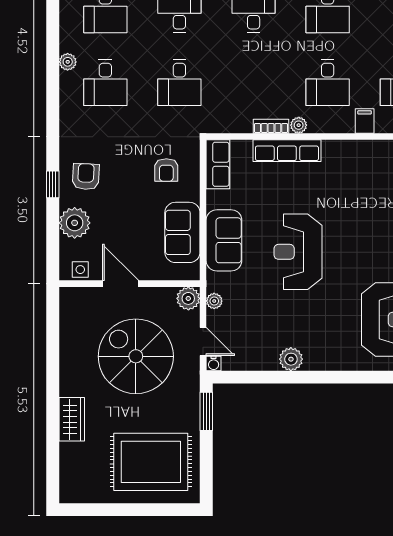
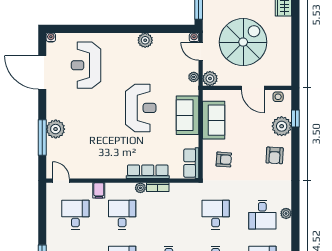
plant: (68, 62) -> (286, 213), moved
desk: (105, 83) -> (262, 215), turned 180
armchair: (166, 170) -> (224, 159), turned 94
window: (53, 184) -> (295, 118), moved
spiral stairs: (136, 356) -> (243, 42), turned -90

